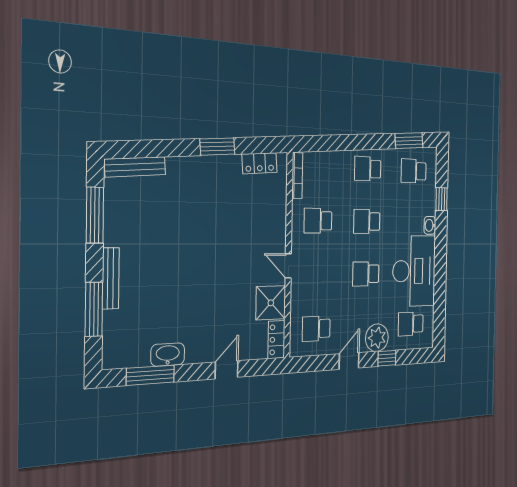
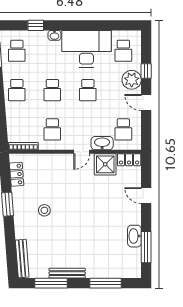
stool: (208, 206) -> (44, 210), added
bench: (111, 278) -> (67, 273), moved
washbasin: (299, 297) -> (102, 143), added

